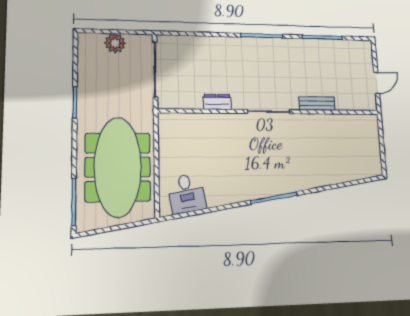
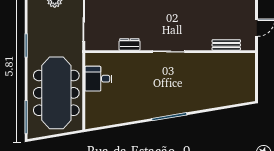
bench: (317, 104) -> (226, 45), moved
desk: (186, 193) -> (98, 79), moved, turned 99

